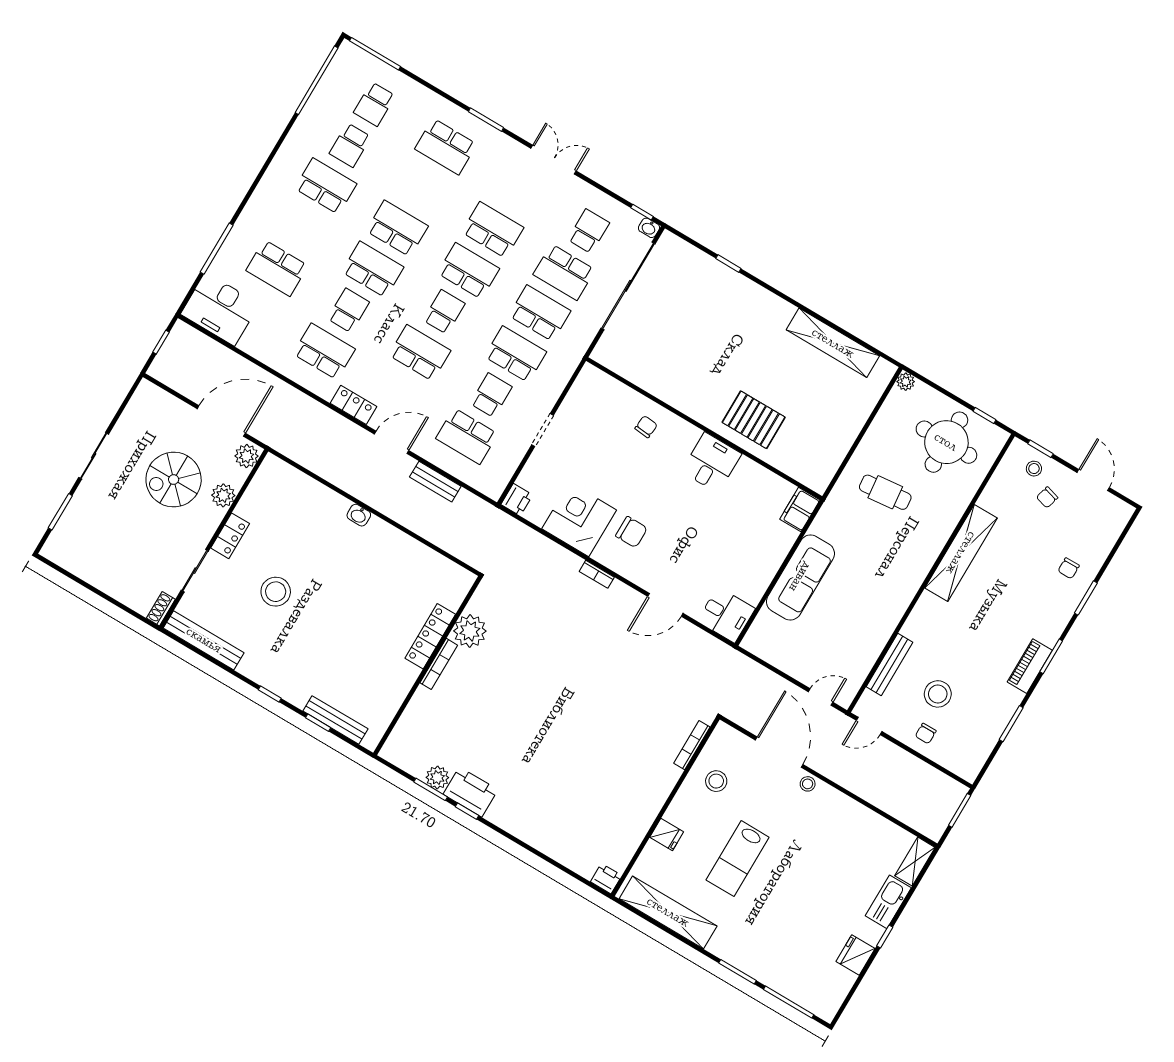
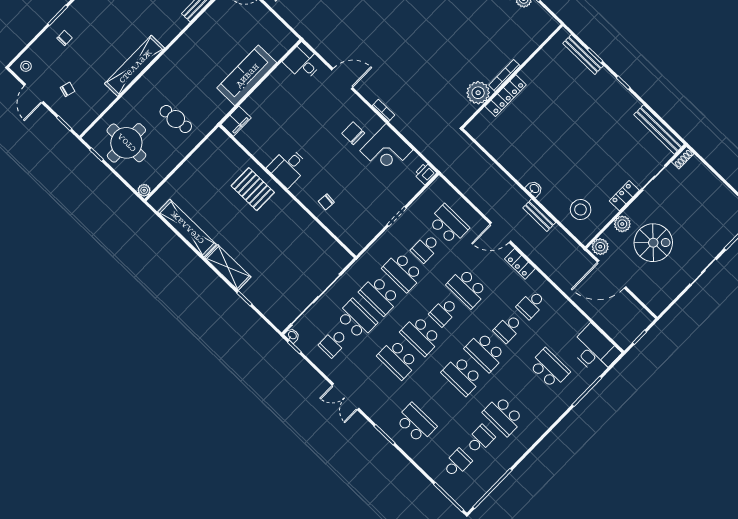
shelving: (762, 301) -> (228, 267), added
school desk: (324, 351) -> (531, 305), width x0.54
stool: (1034, 469) -> (26, 66), moved
bench: (435, 482) -> (539, 215), moved
stool: (276, 592) -> (581, 210), moved

